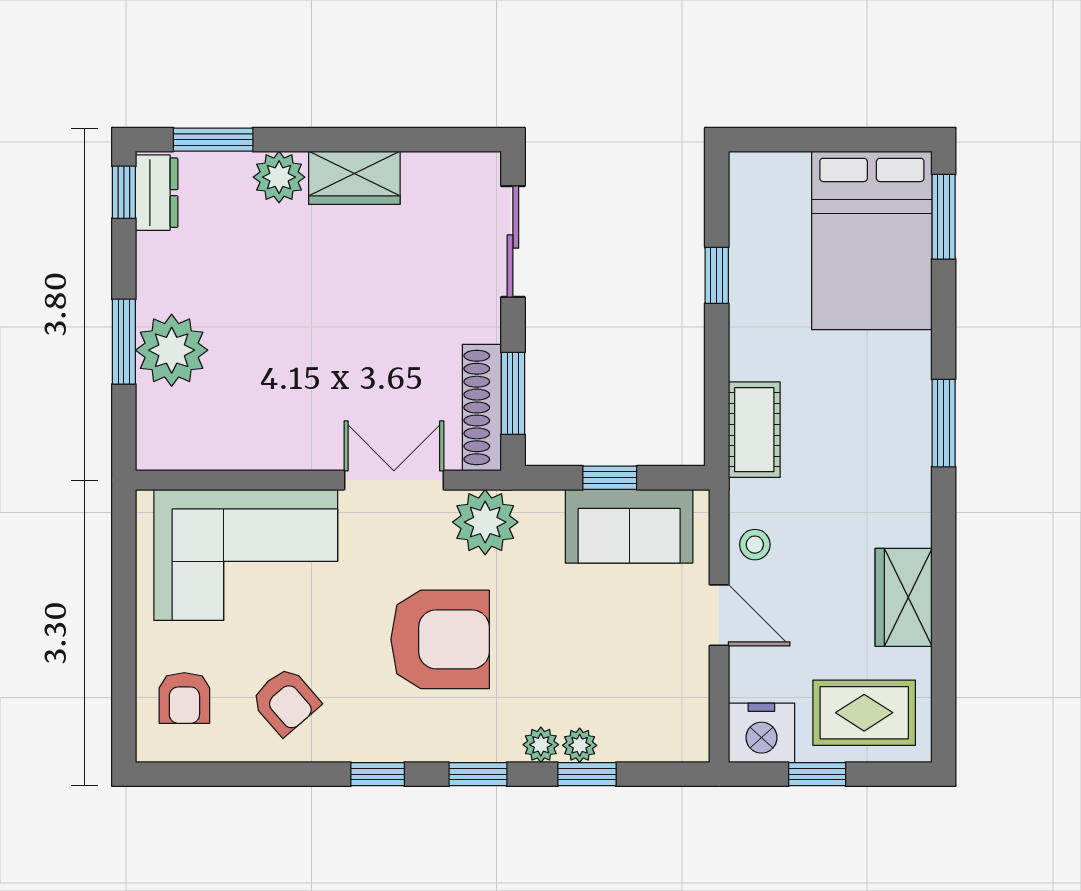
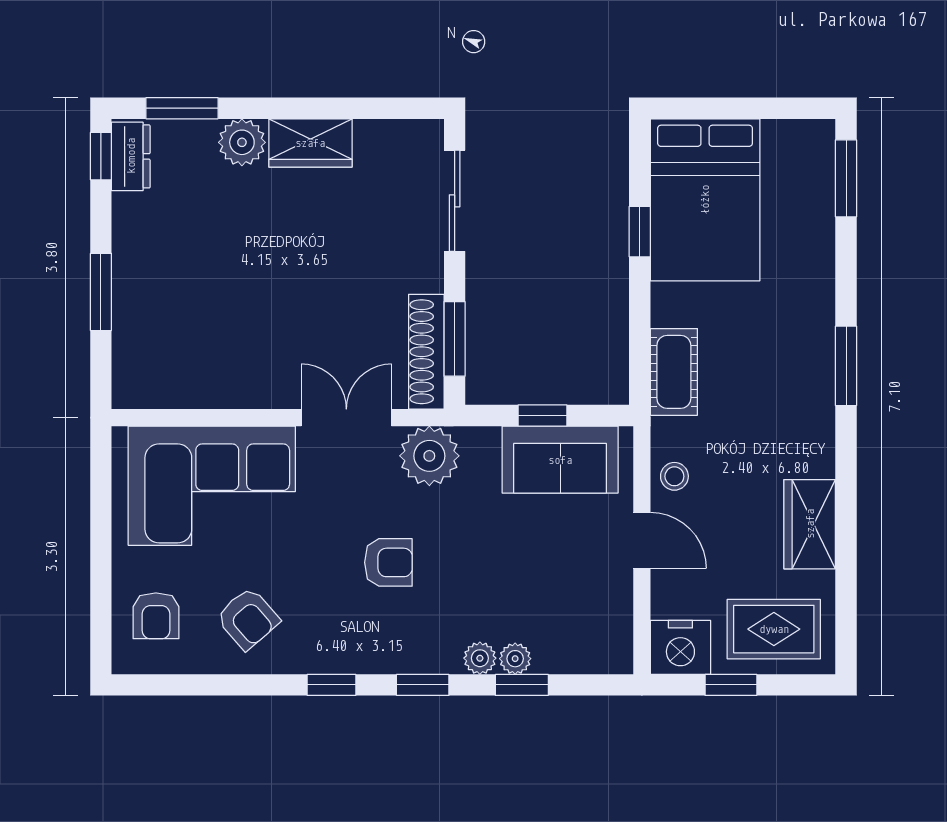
bed: (872, 240) -> (705, 200), moved
plant: (172, 350) -> (144, 300), removed
armchair: (440, 639) -> (388, 562), width x0.53, depth x0.53

